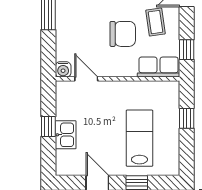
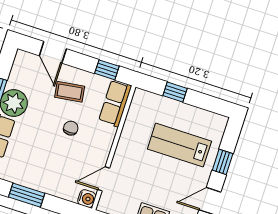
chair: (123, 34) -> (71, 128), width x0.54, depth x0.54

